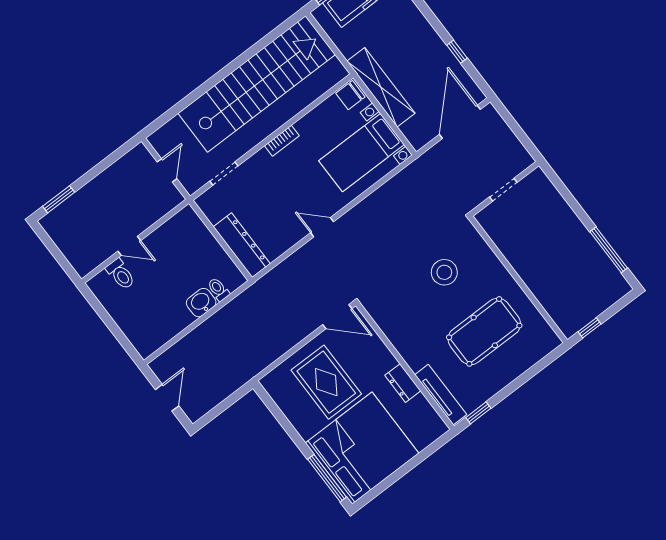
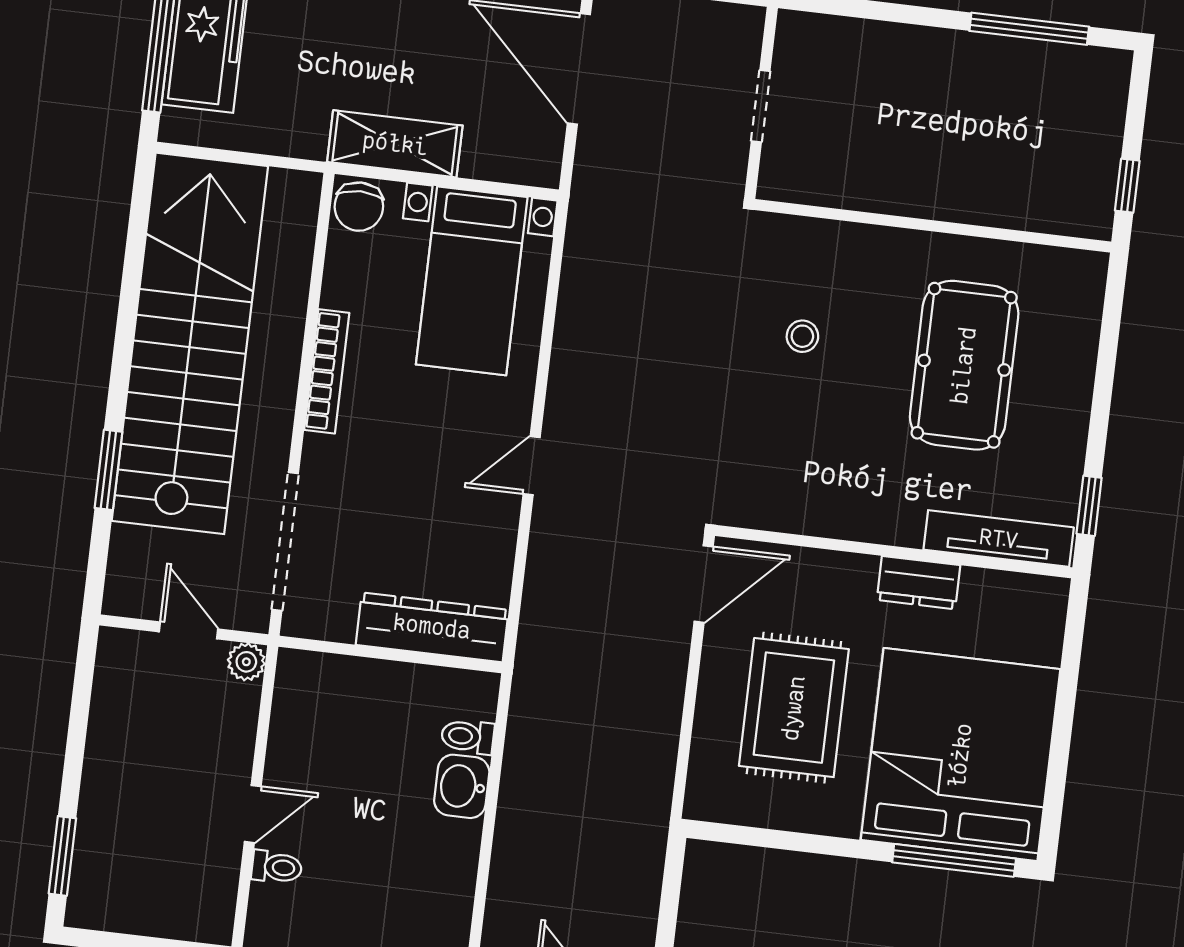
shelving: (381, 87) -> (395, 144), width x0.68
window: (193, 97) -> (108, 470), added
bookcase: (282, 141) -> (327, 371), width x1.56
doorway: (224, 173) -> (285, 541), width x1.87
plant: (175, 198) -> (246, 662), added
stool: (444, 272) -> (802, 336), width x0.53, depth x0.53
toilet: (121, 274) -> (277, 867), width x0.73, depth x0.72
rug: (326, 382) -> (794, 708), turned 90

